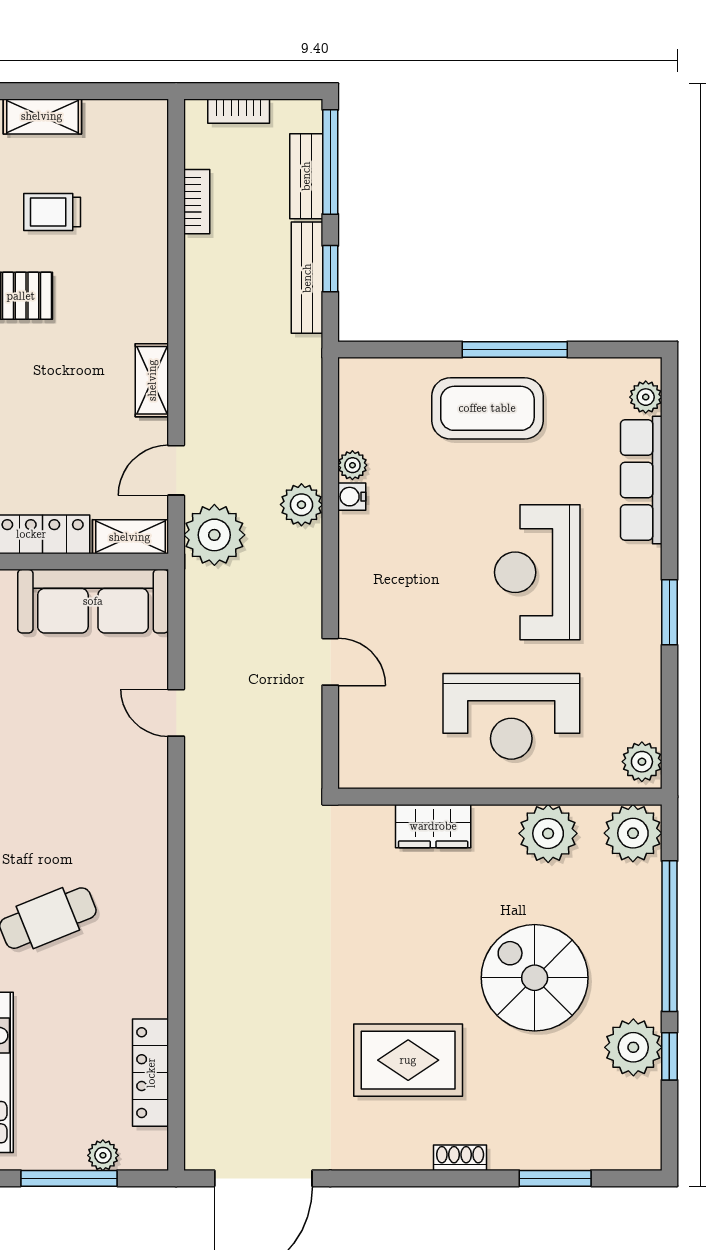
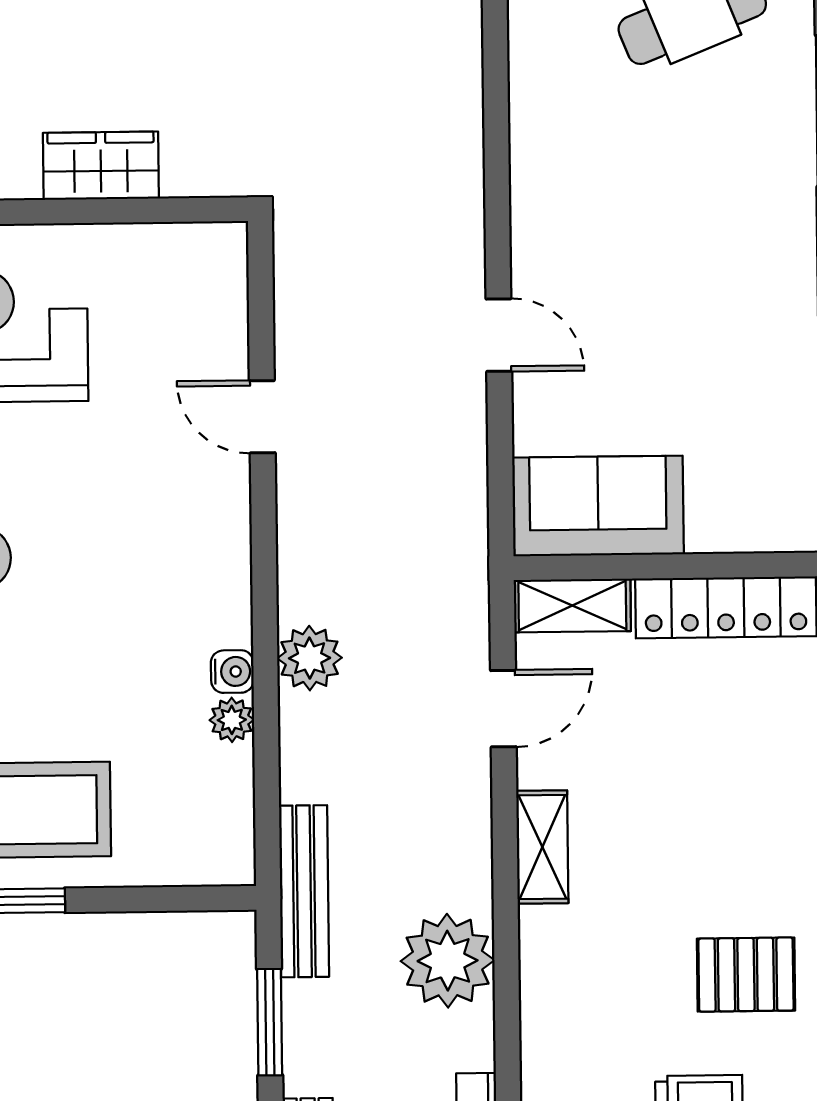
window: (330, 269) -> (270, 1022), width x1.50
bench: (307, 278) -> (304, 891), moved
plant: (214, 535) -> (448, 961), moved
sofa: (93, 601) -> (598, 506), width x0.73

